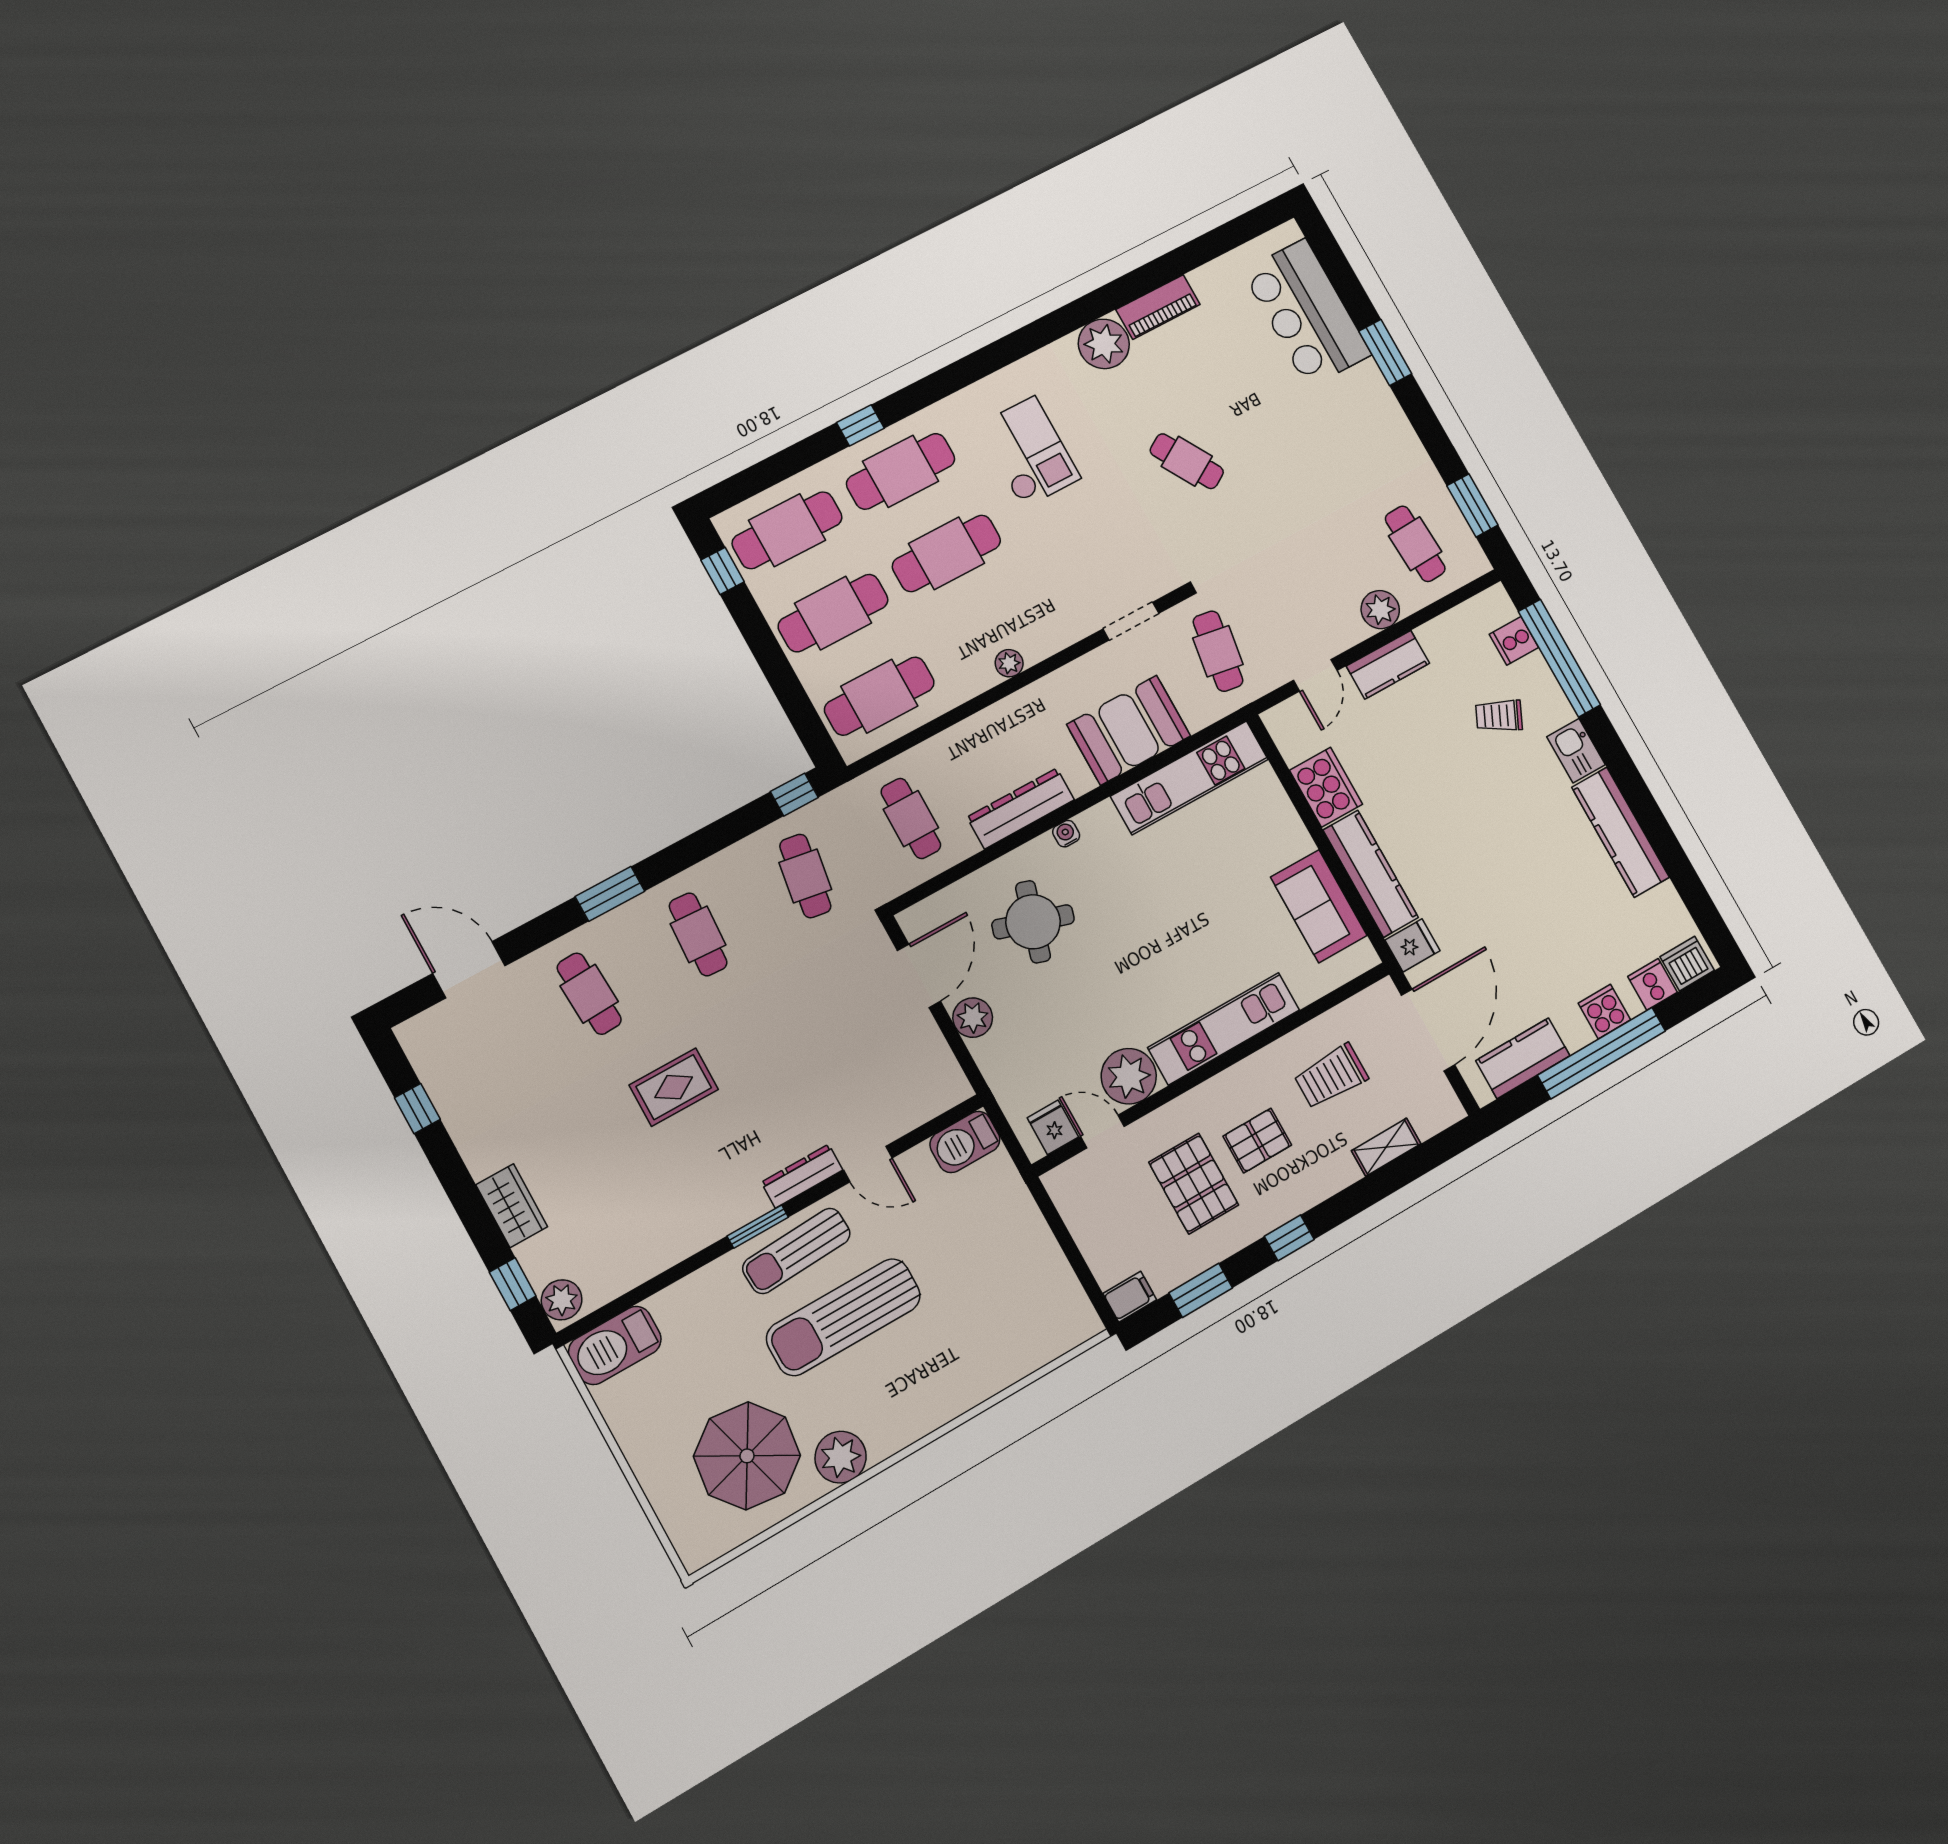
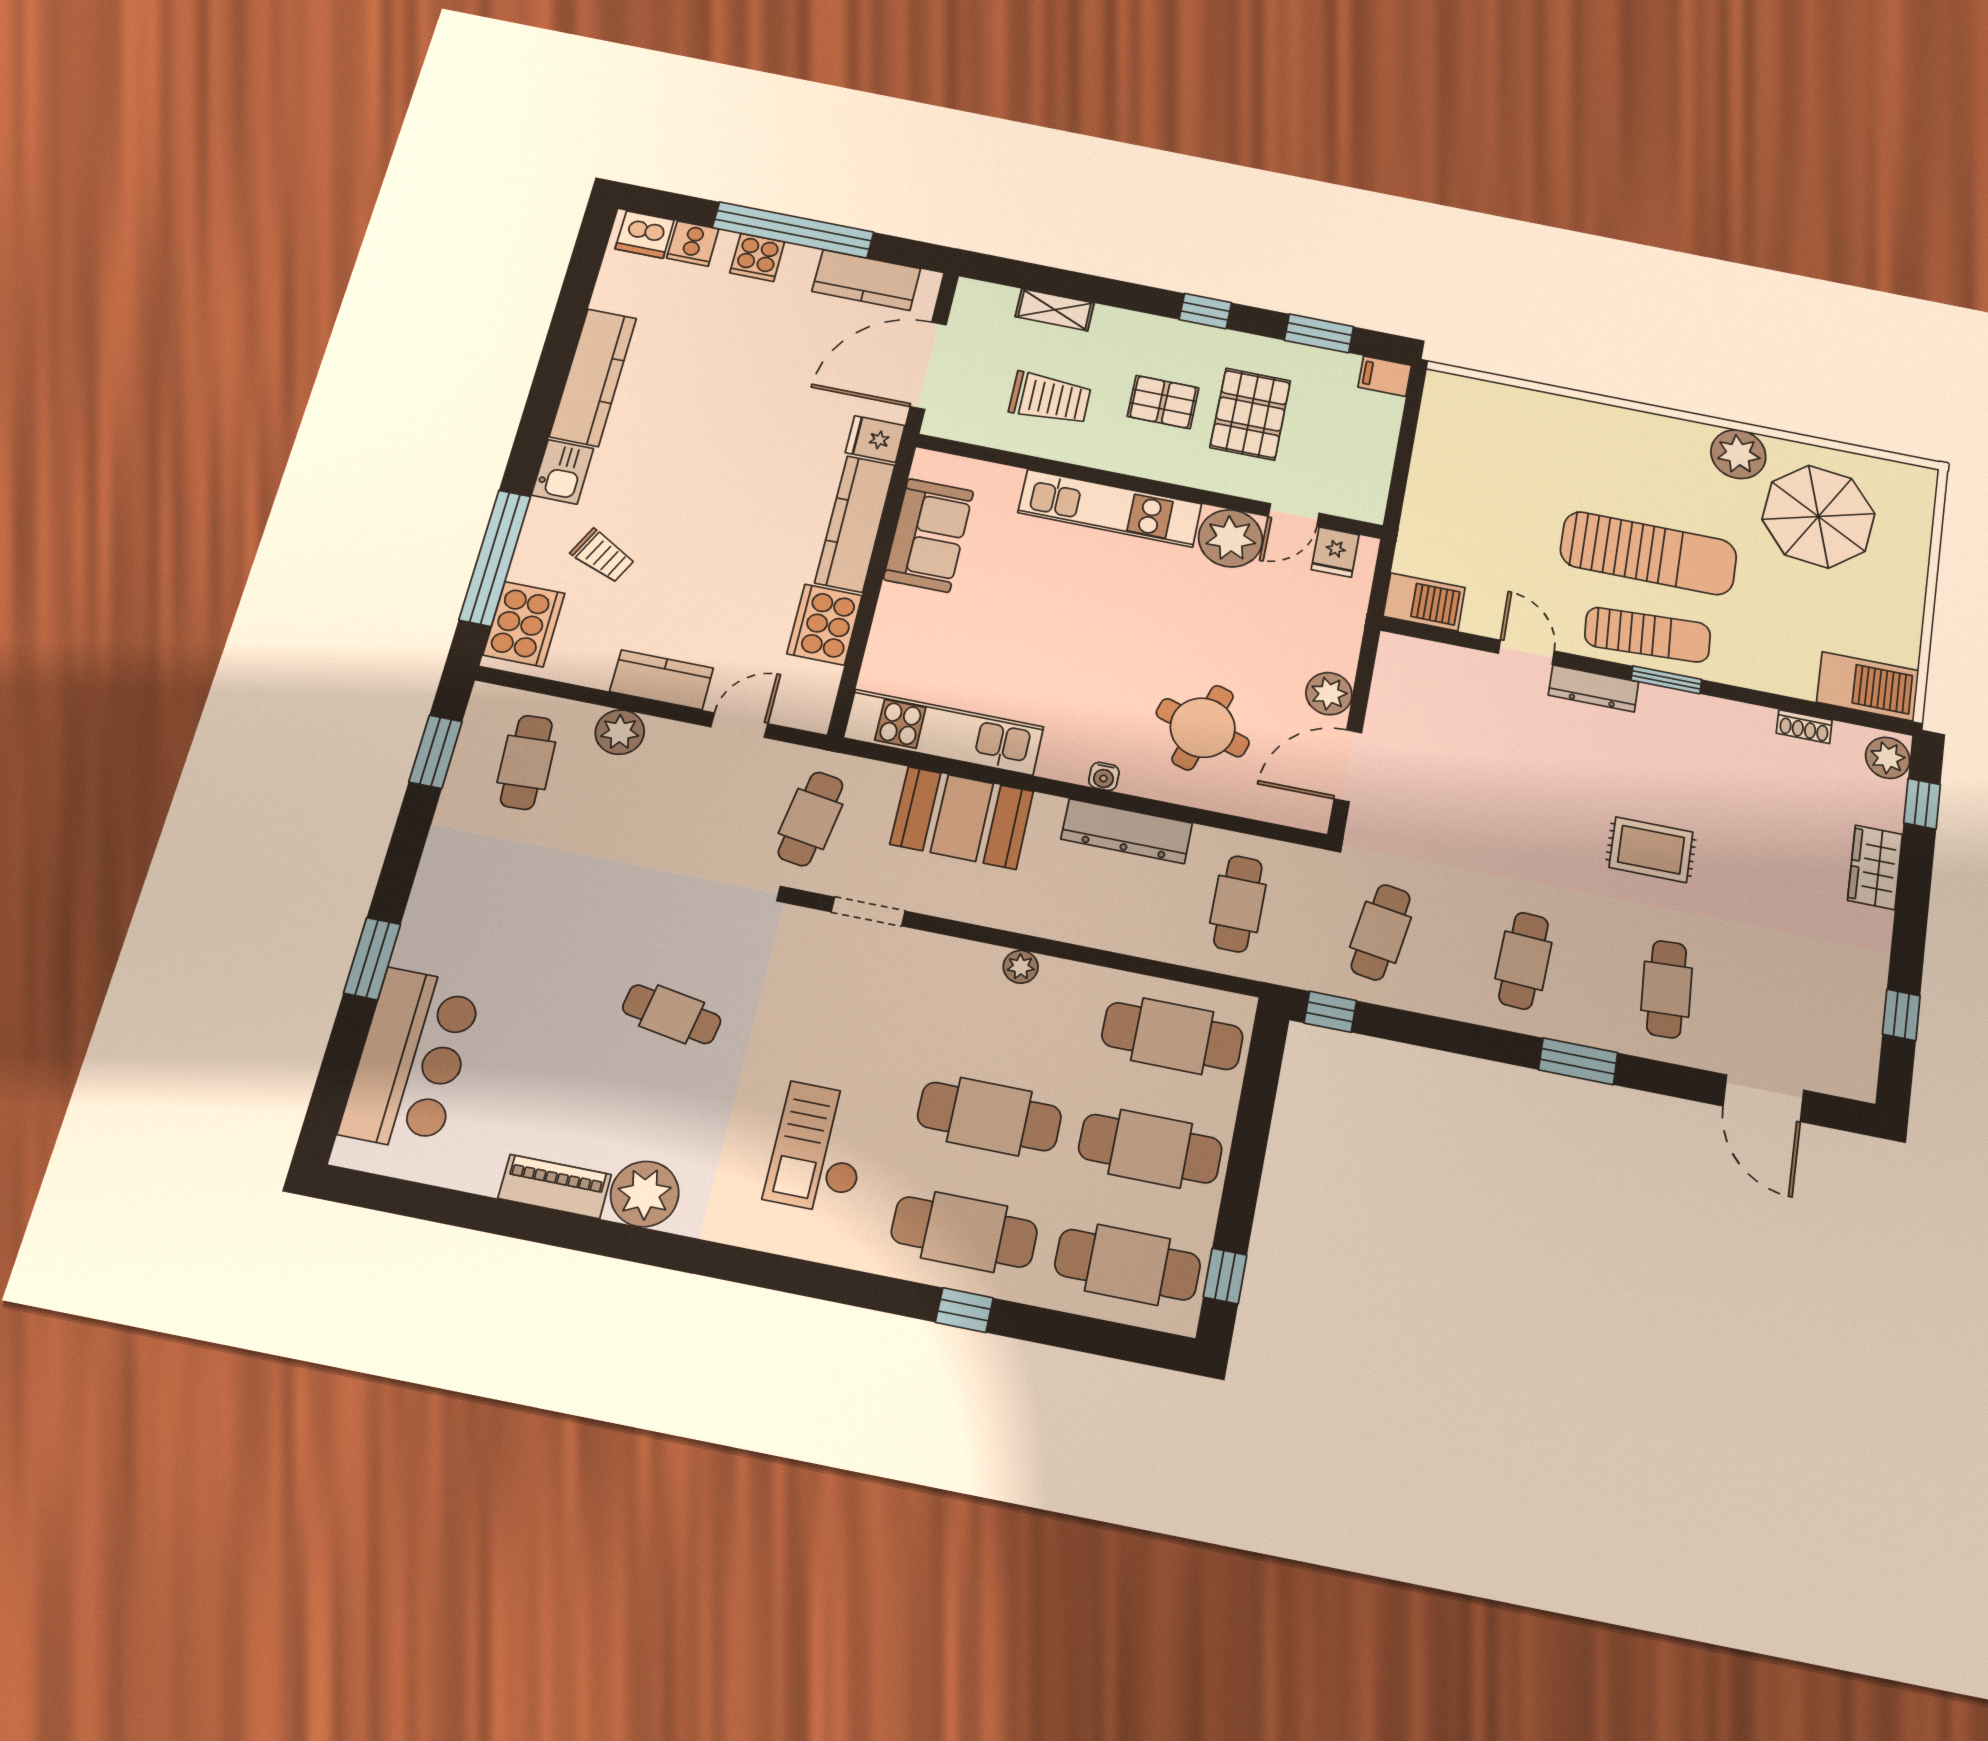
cafe table: (1187, 461) -> (672, 1014), turned -49
cooker: (1514, 641) -> (524, 624), width x1.87, depth x1.31
door: (1103, 1132) -> (1294, 515), hinge flipped
shoe rack: (637, 1274) -> (1804, 727), added

